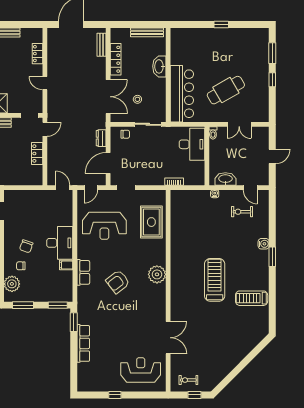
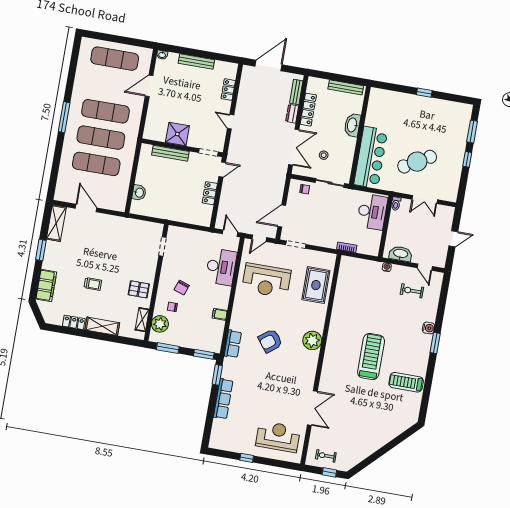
dresser: (101, 138) -> (292, 114), moved
desk: (60, 243) -> (221, 267), moved
row of seats: (83, 272) -> (233, 344), moved

